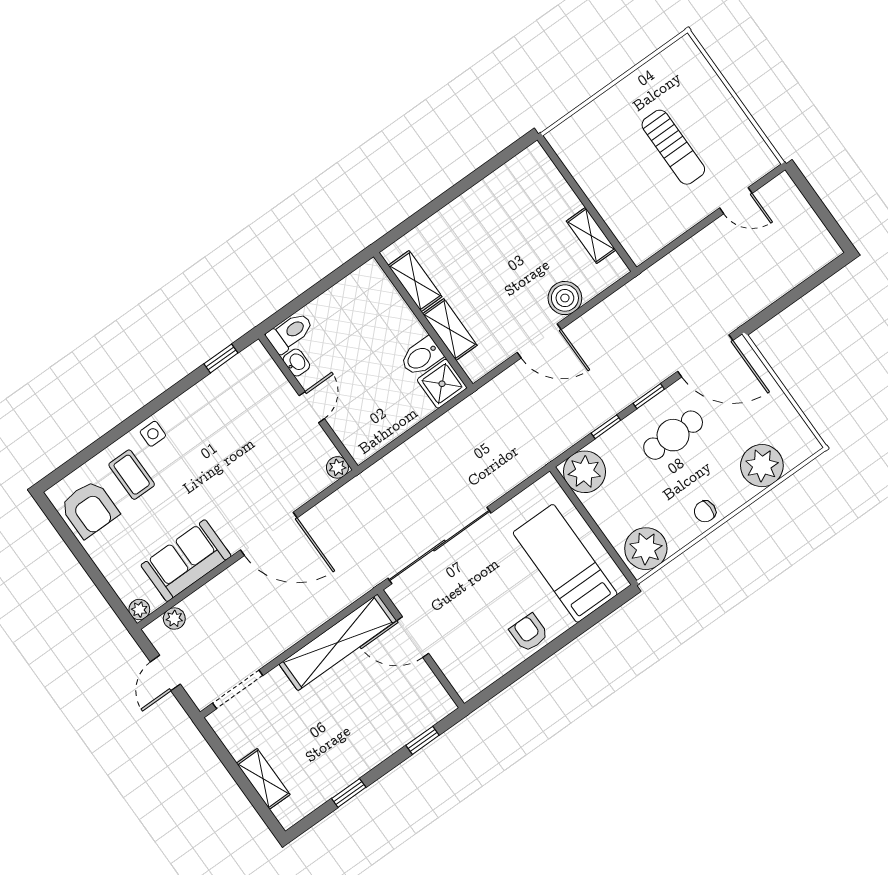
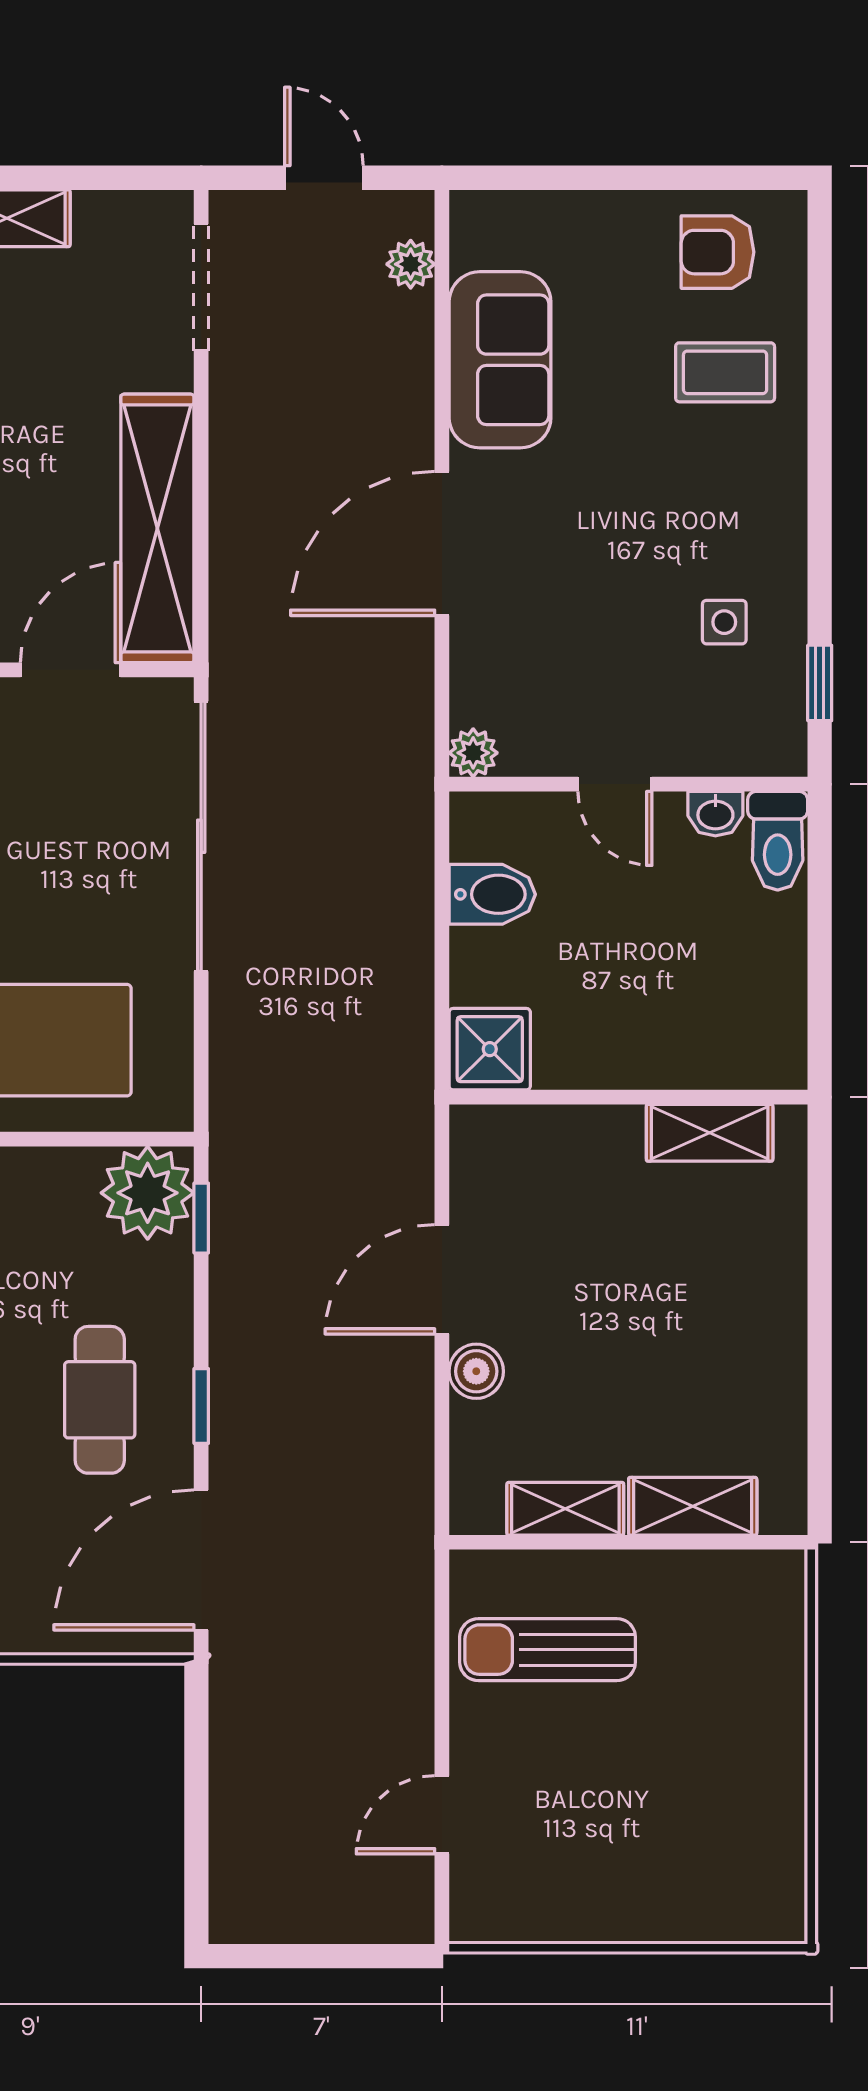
sun lounger: (673, 147) -> (548, 1650), moved
boiler: (565, 298) -> (476, 1371), width x0.73, depth x0.73
shelving: (450, 330) -> (693, 1506), moved
bidet: (421, 357) -> (492, 894), moved, turned 90
window: (606, 427) -> (201, 1218), moved
side table: (153, 434) -> (724, 622), moved
armchair: (89, 509) -> (718, 252), width x0.72, depth x0.72
plant: (139, 610) -> (472, 213), removed

